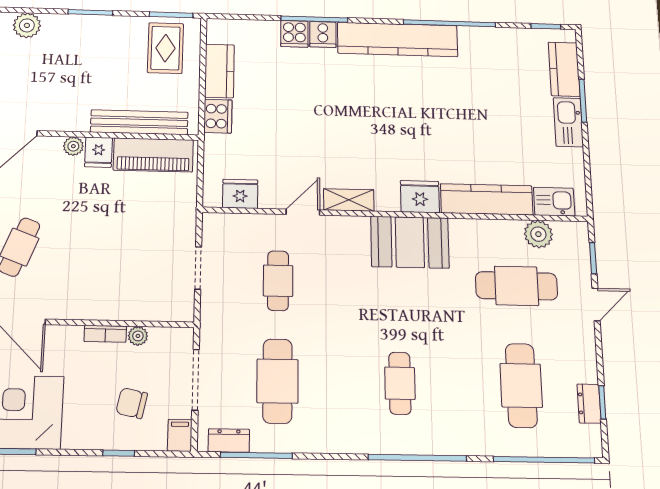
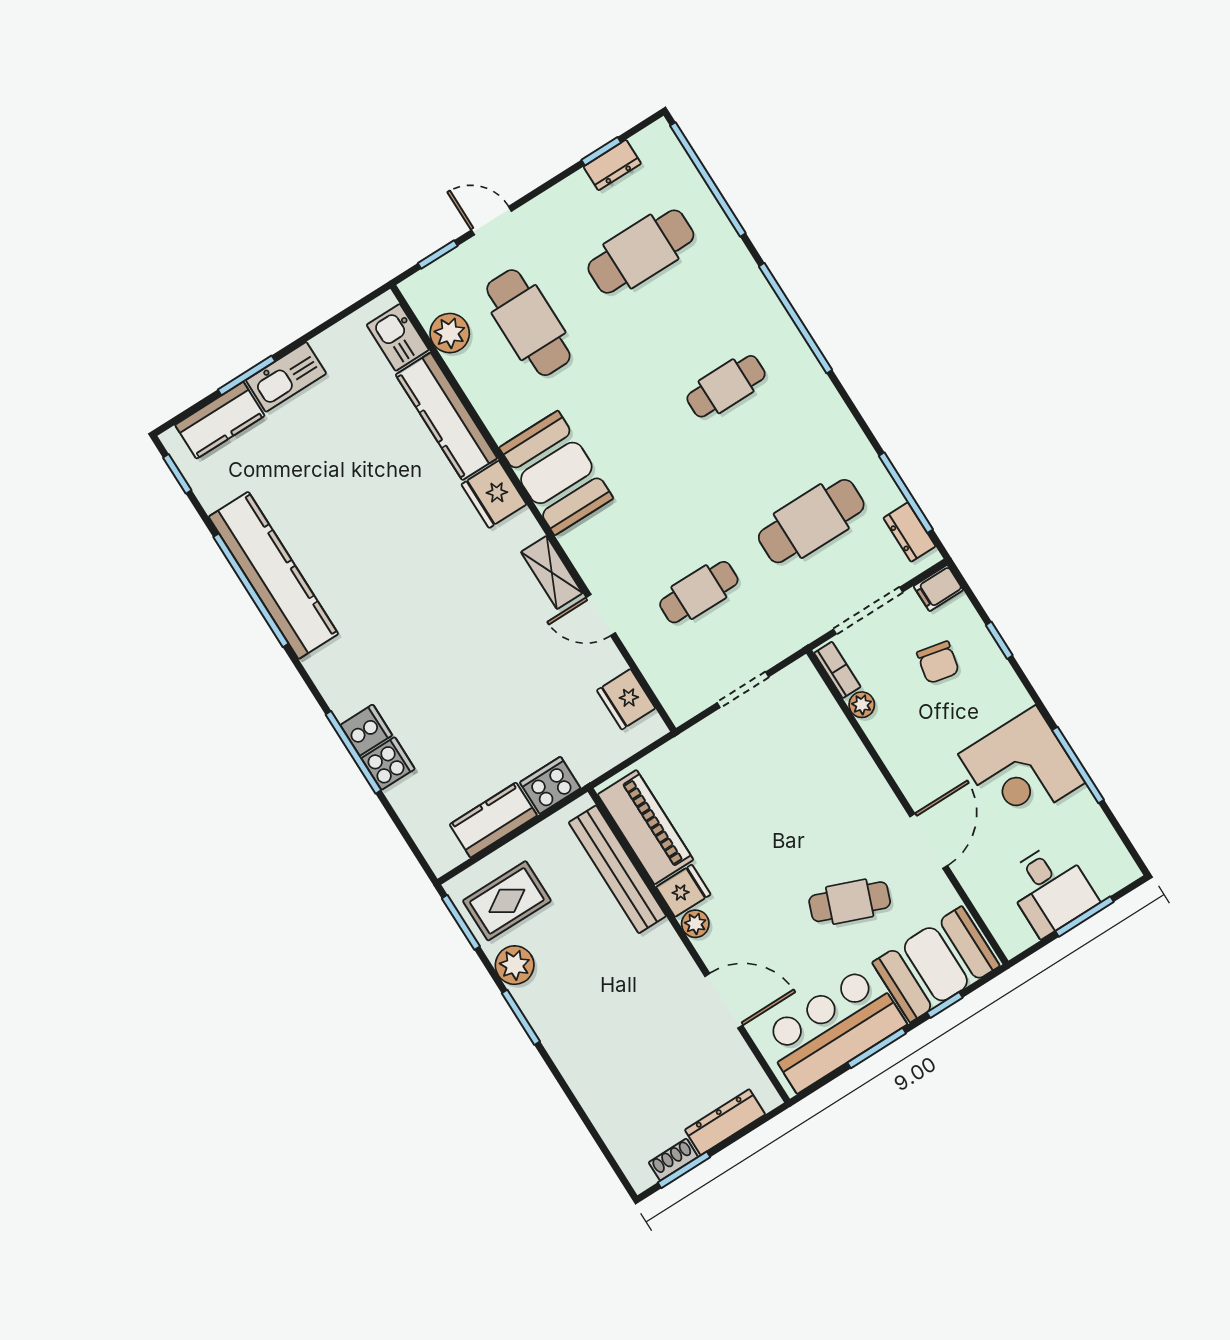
plant: (27, 25) -> (515, 965), moved
kitchen counter: (398, 39) -> (273, 575), moved
bookcase: (105, 334) -> (837, 670), moved

